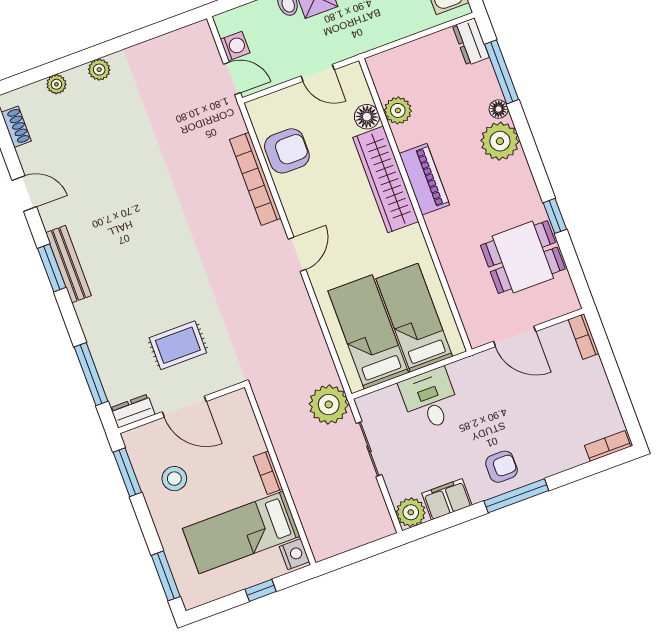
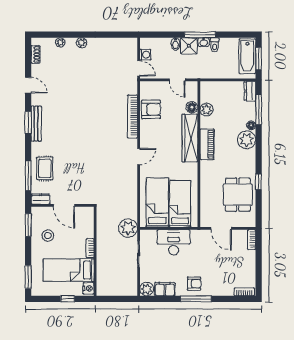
dining table: (523, 257) -> (238, 195), turned 90
rug: (178, 345) -> (45, 168), moved, turned 90
desk: (430, 399) -> (174, 242), width x1.37

